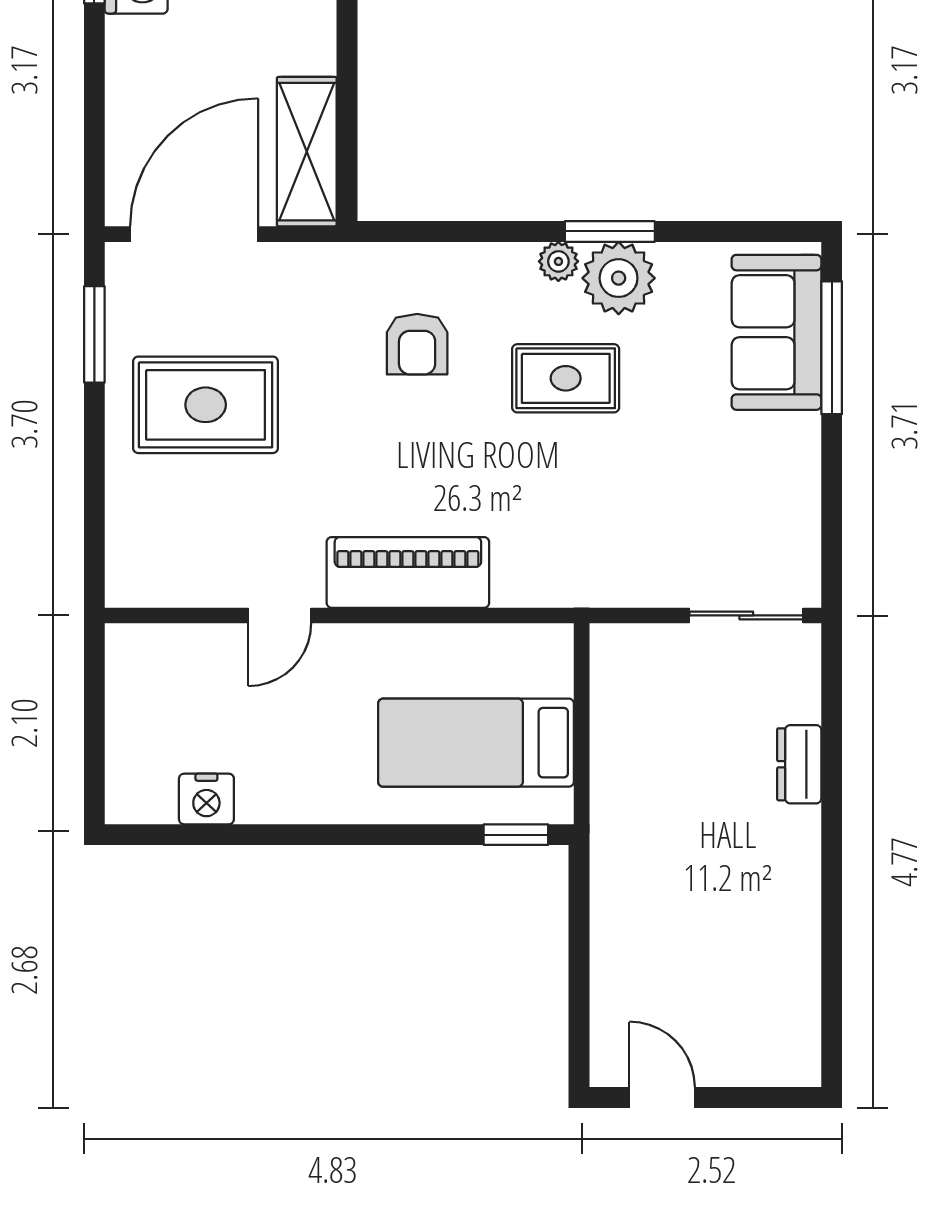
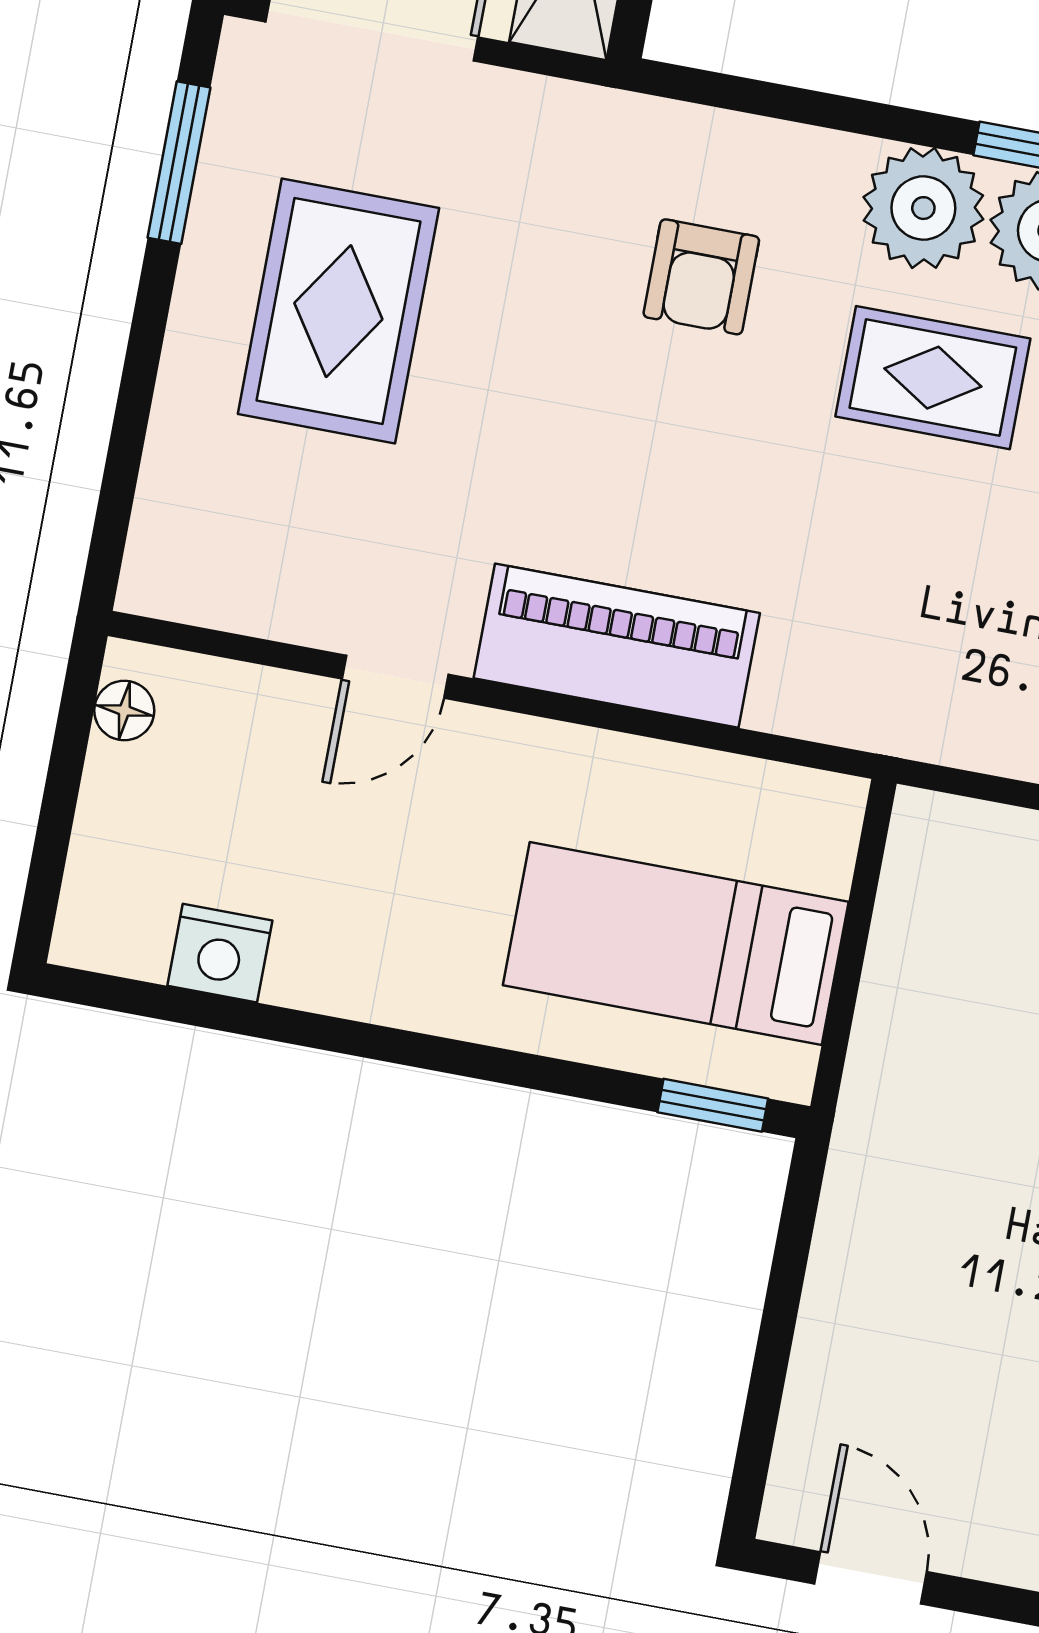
plant: (558, 261) -> (923, 208), width x1.88, depth x1.88
rug: (206, 405) -> (338, 311), turned 90
floor lamp: (123, 666) -> (124, 711), added

